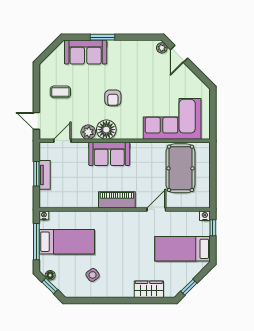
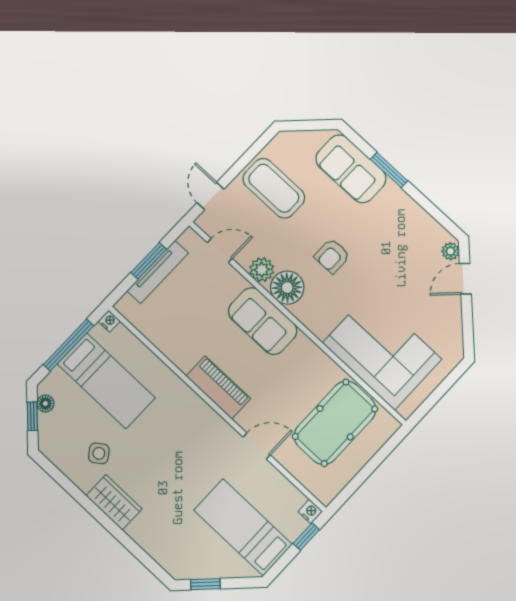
coffee table: (60, 92) -> (274, 188), width x1.86, depth x1.72
tv unit: (45, 175) -> (158, 272), width x1.41
wardrobe: (149, 289) -> (114, 502), moved

